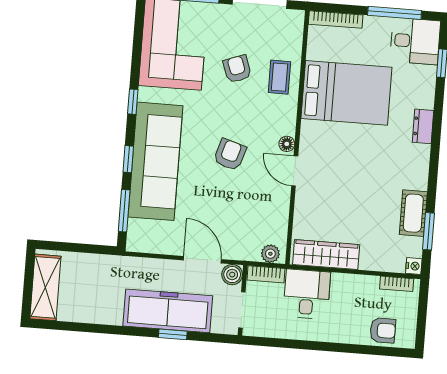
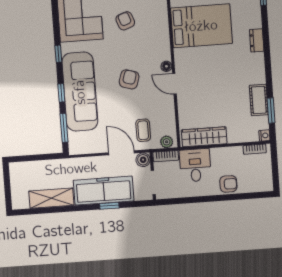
coffee table: (279, 77) -> (143, 130), moved
shelving: (45, 287) -> (51, 198), moved, turned 90
armchair: (383, 330) -> (228, 184), moved

